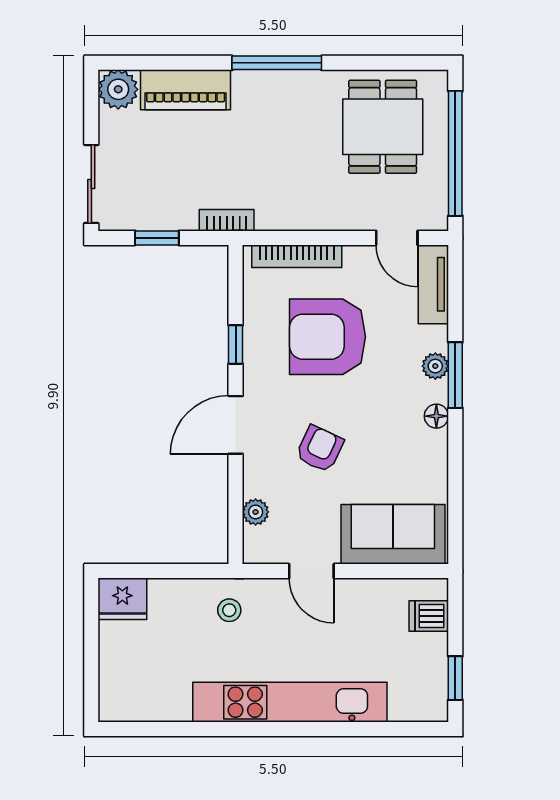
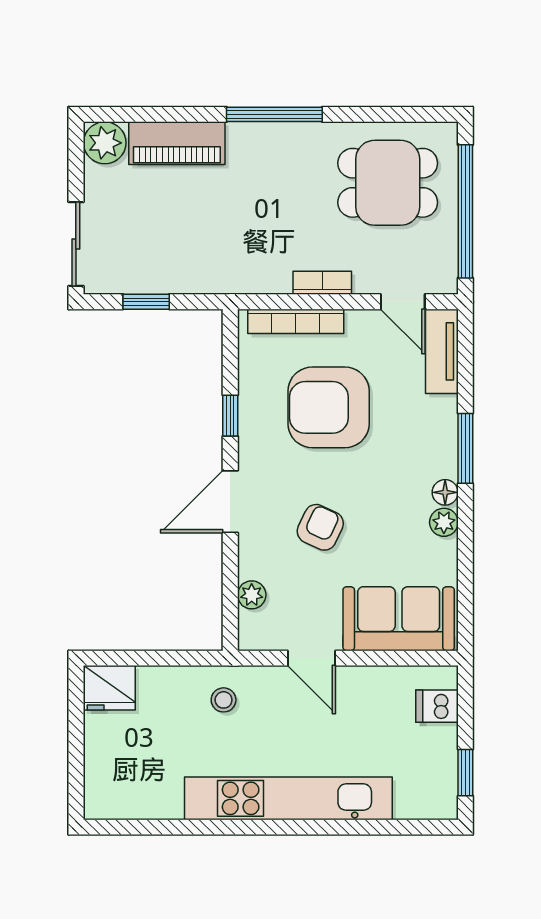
dining table: (383, 127) -> (388, 183), turned 90
bookcase: (227, 220) -> (322, 283), moved
plant: (435, 366) -> (444, 522), moved

